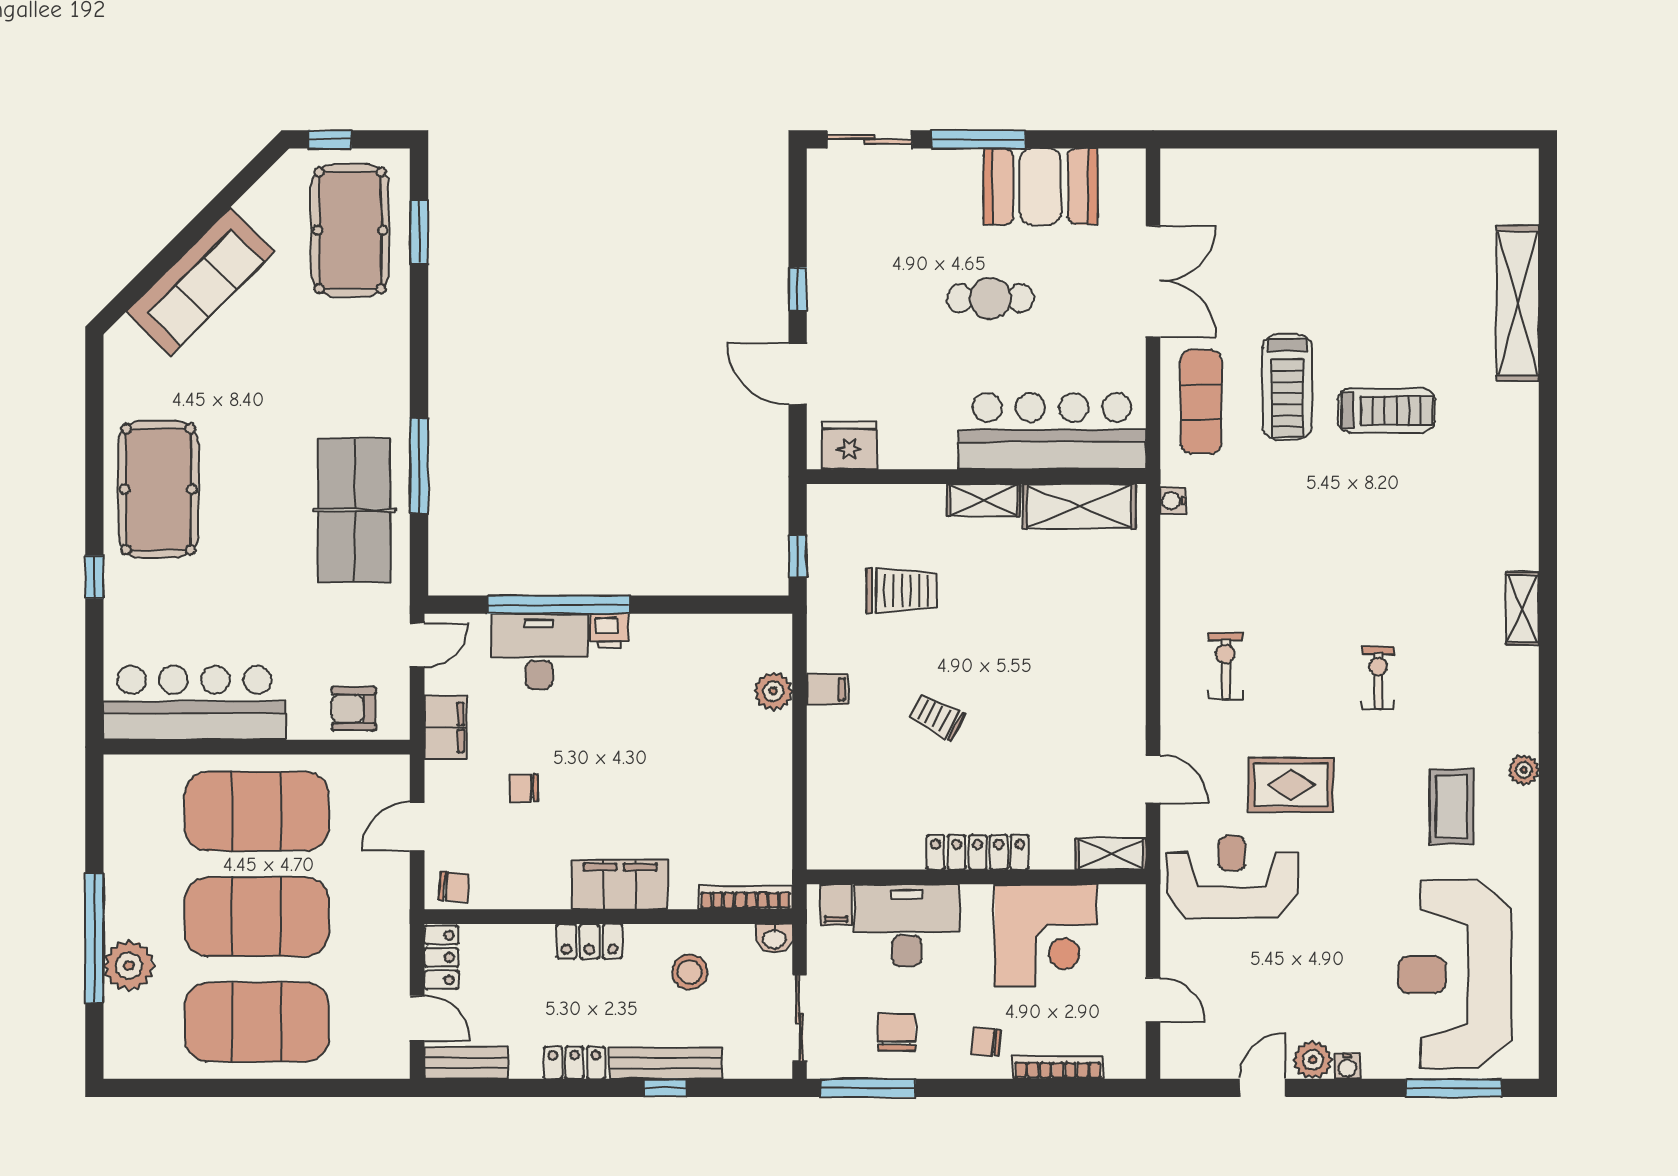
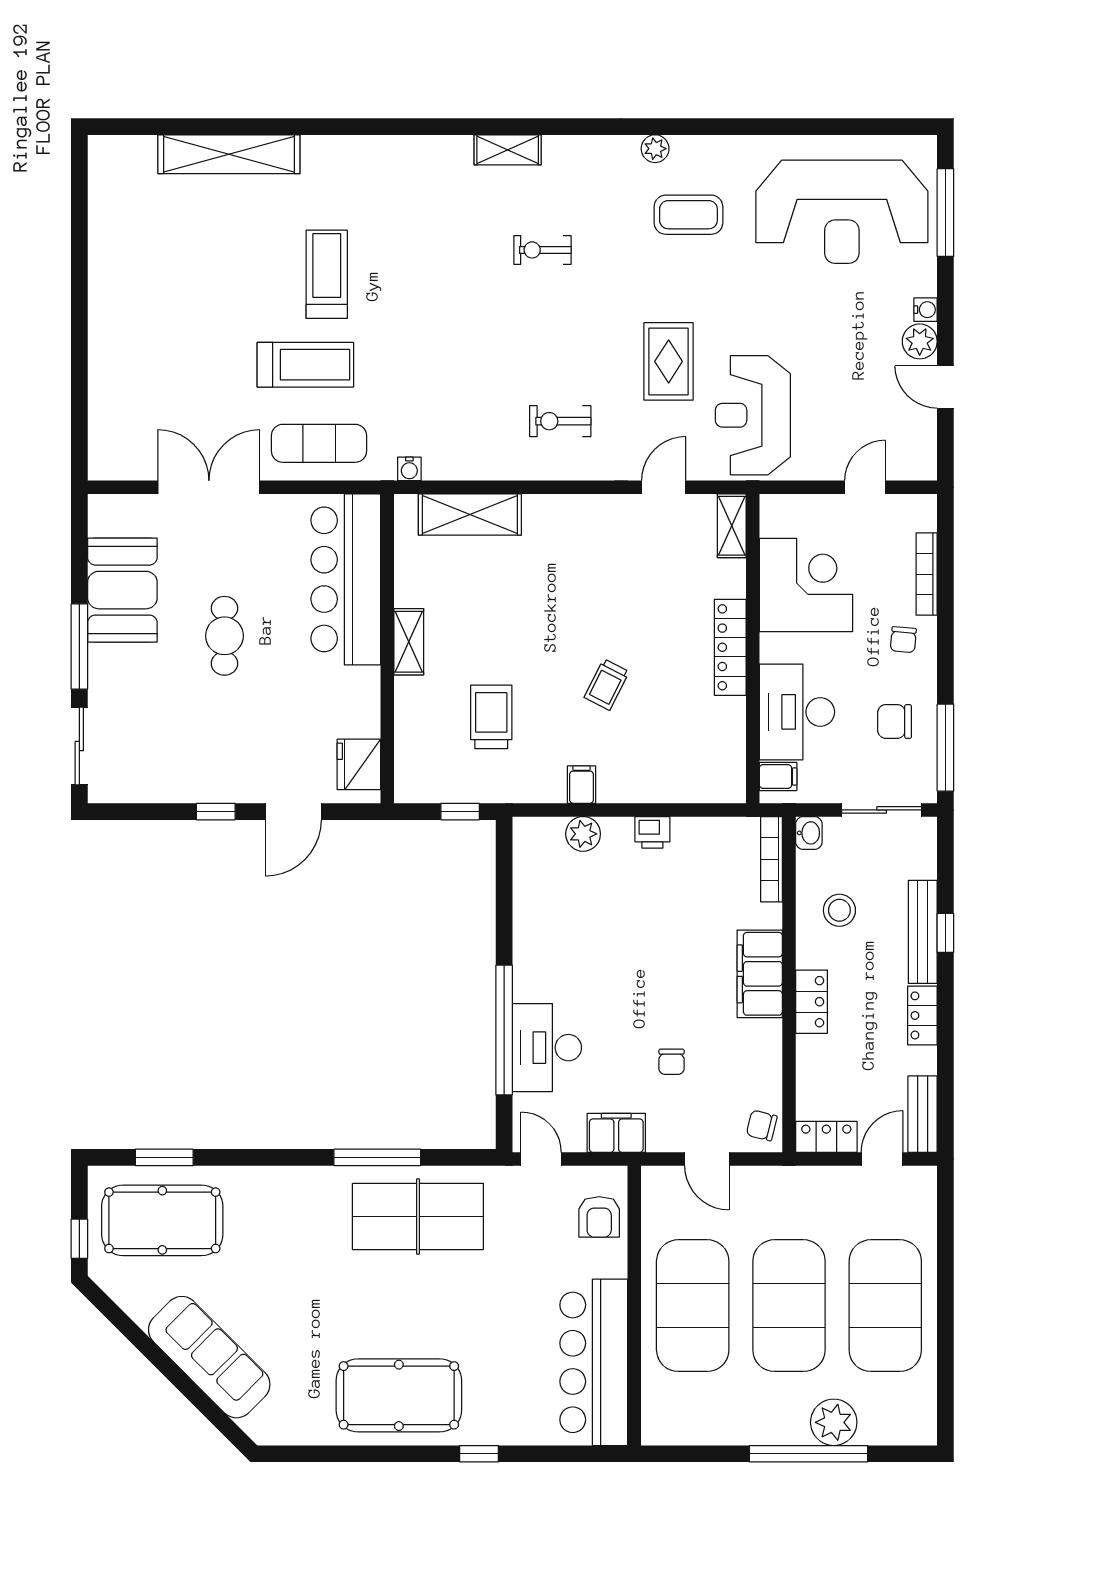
shelving: (1079, 506) -> (470, 514), moved, turned 90
printer: (609, 631) -> (652, 832), moved, turned 90
exercise bike: (1378, 678) -> (542, 250), moved
chair: (454, 887) -> (762, 1125), turned -80

